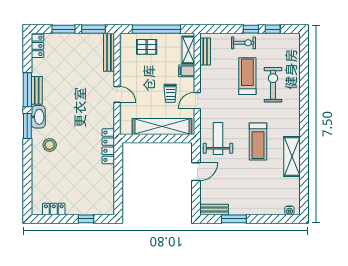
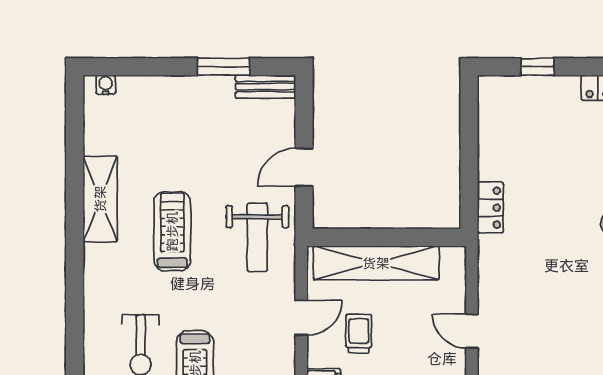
locker: (108, 146) -> (490, 208), width x0.66

